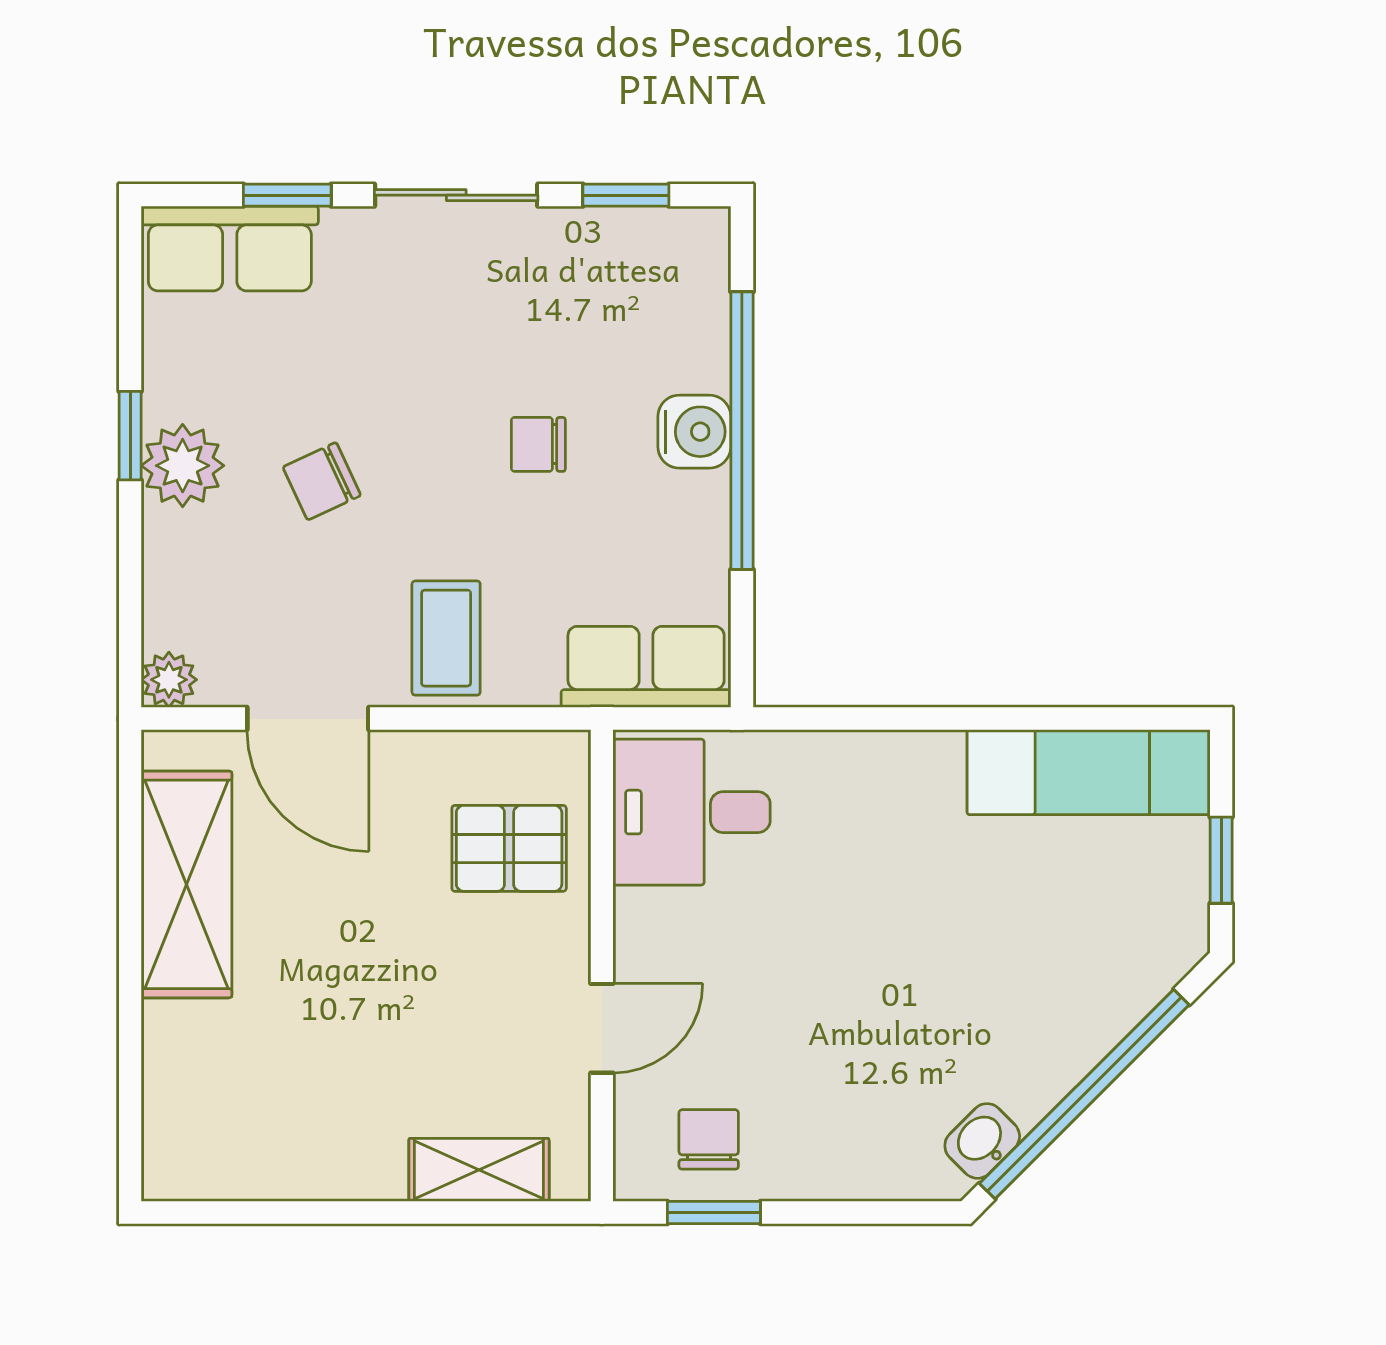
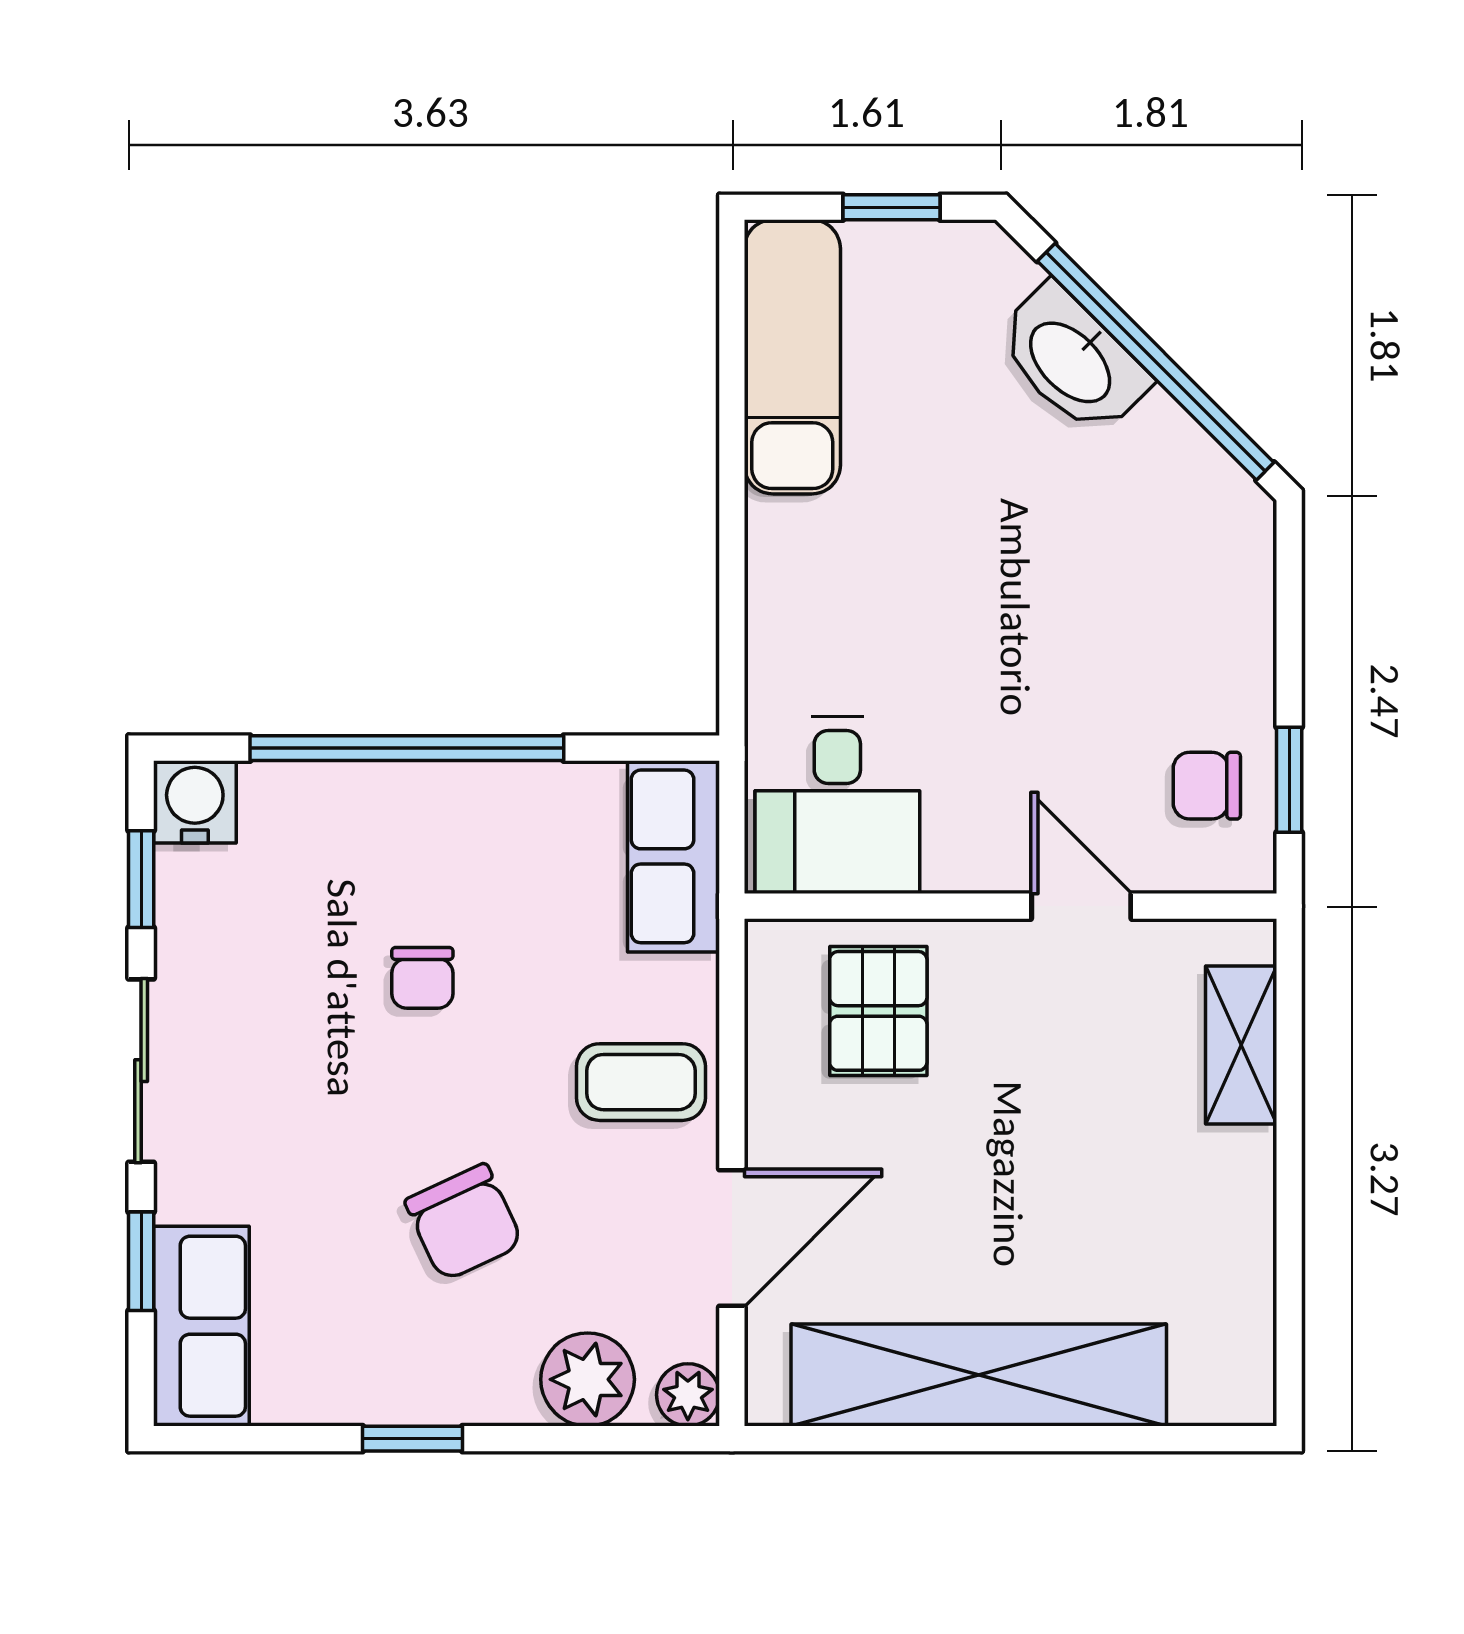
water cooler: (694, 432) -> (195, 802), moved
plant: (183, 466) -> (588, 1379), moved
chair: (322, 481) -> (464, 1222), width x1.37, depth x1.37
shelving: (187, 884) -> (979, 1375), width x1.47
washbasin: (982, 1141) -> (1072, 360), moved, width x1.91, depth x1.45

